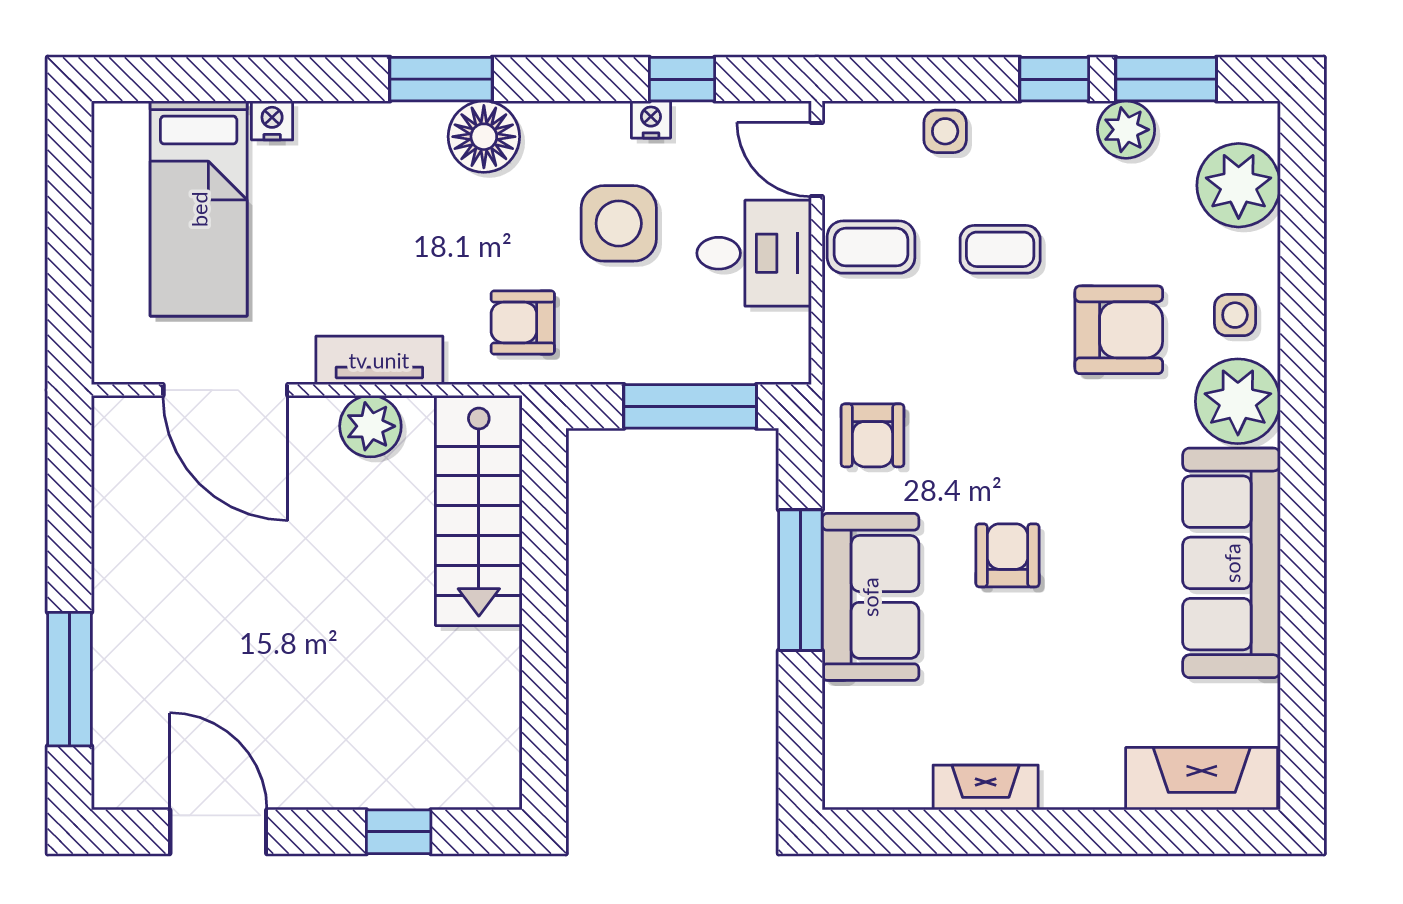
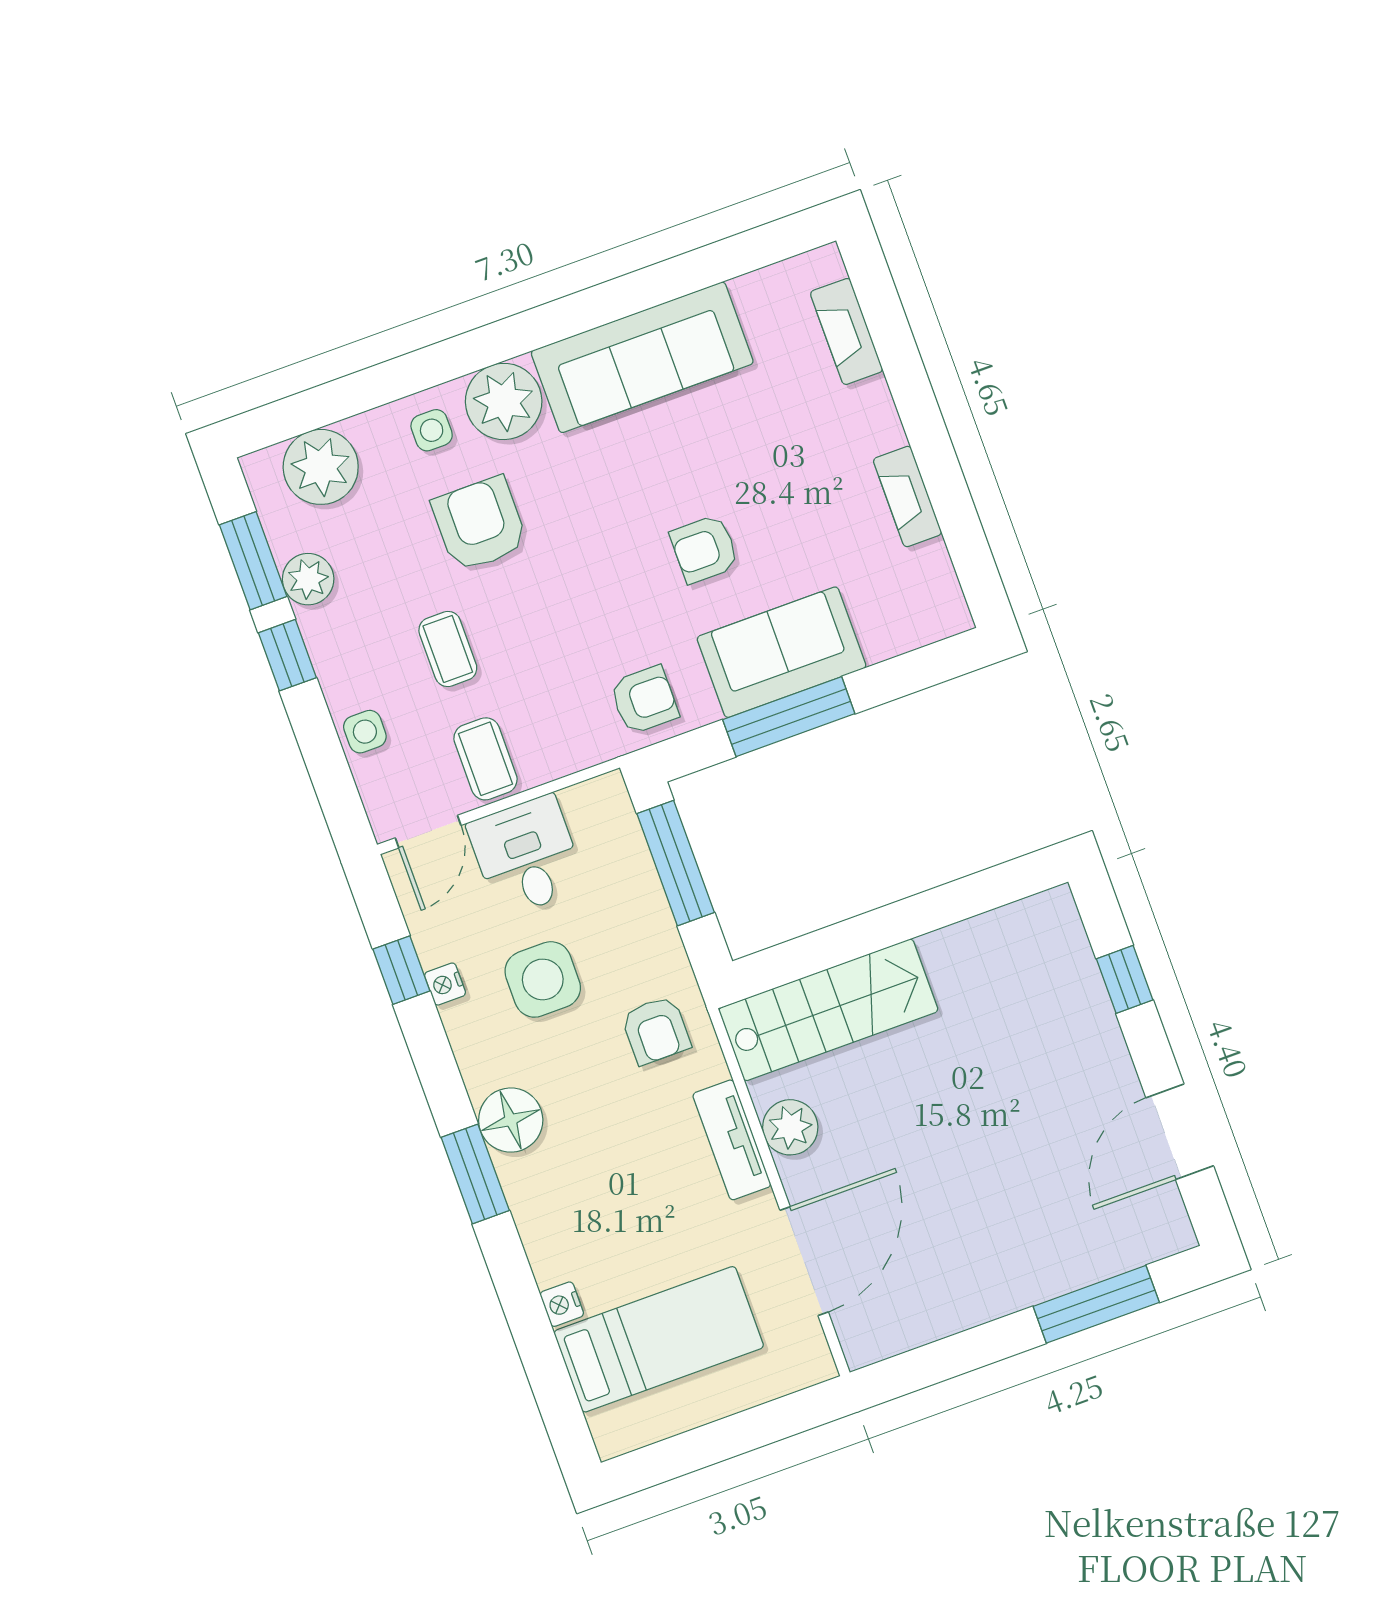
fireplace: (1202, 779) -> (847, 331), width x0.73, depth x0.76

